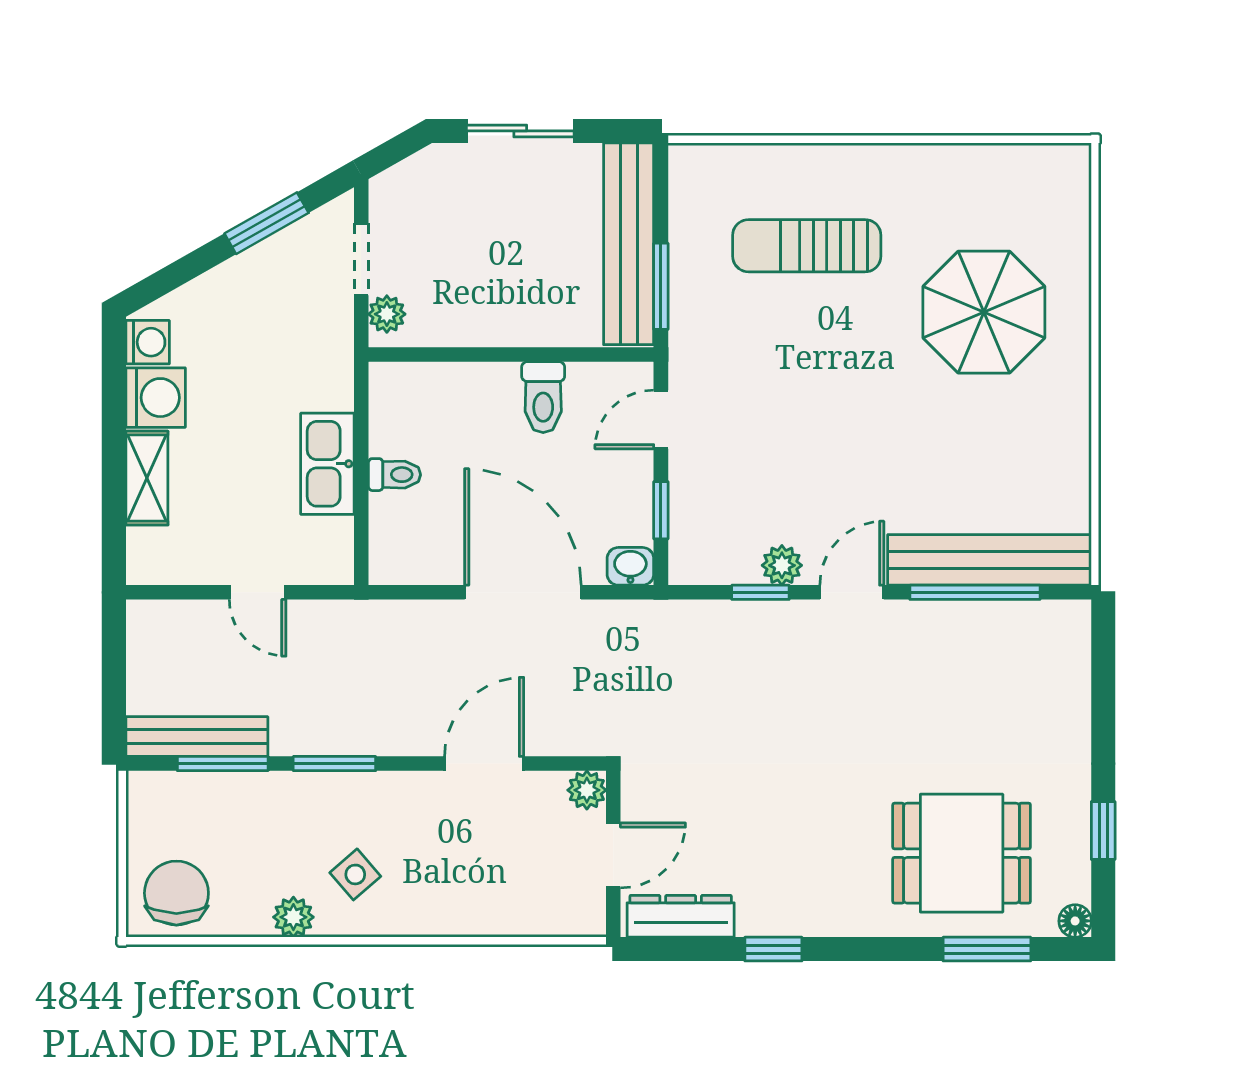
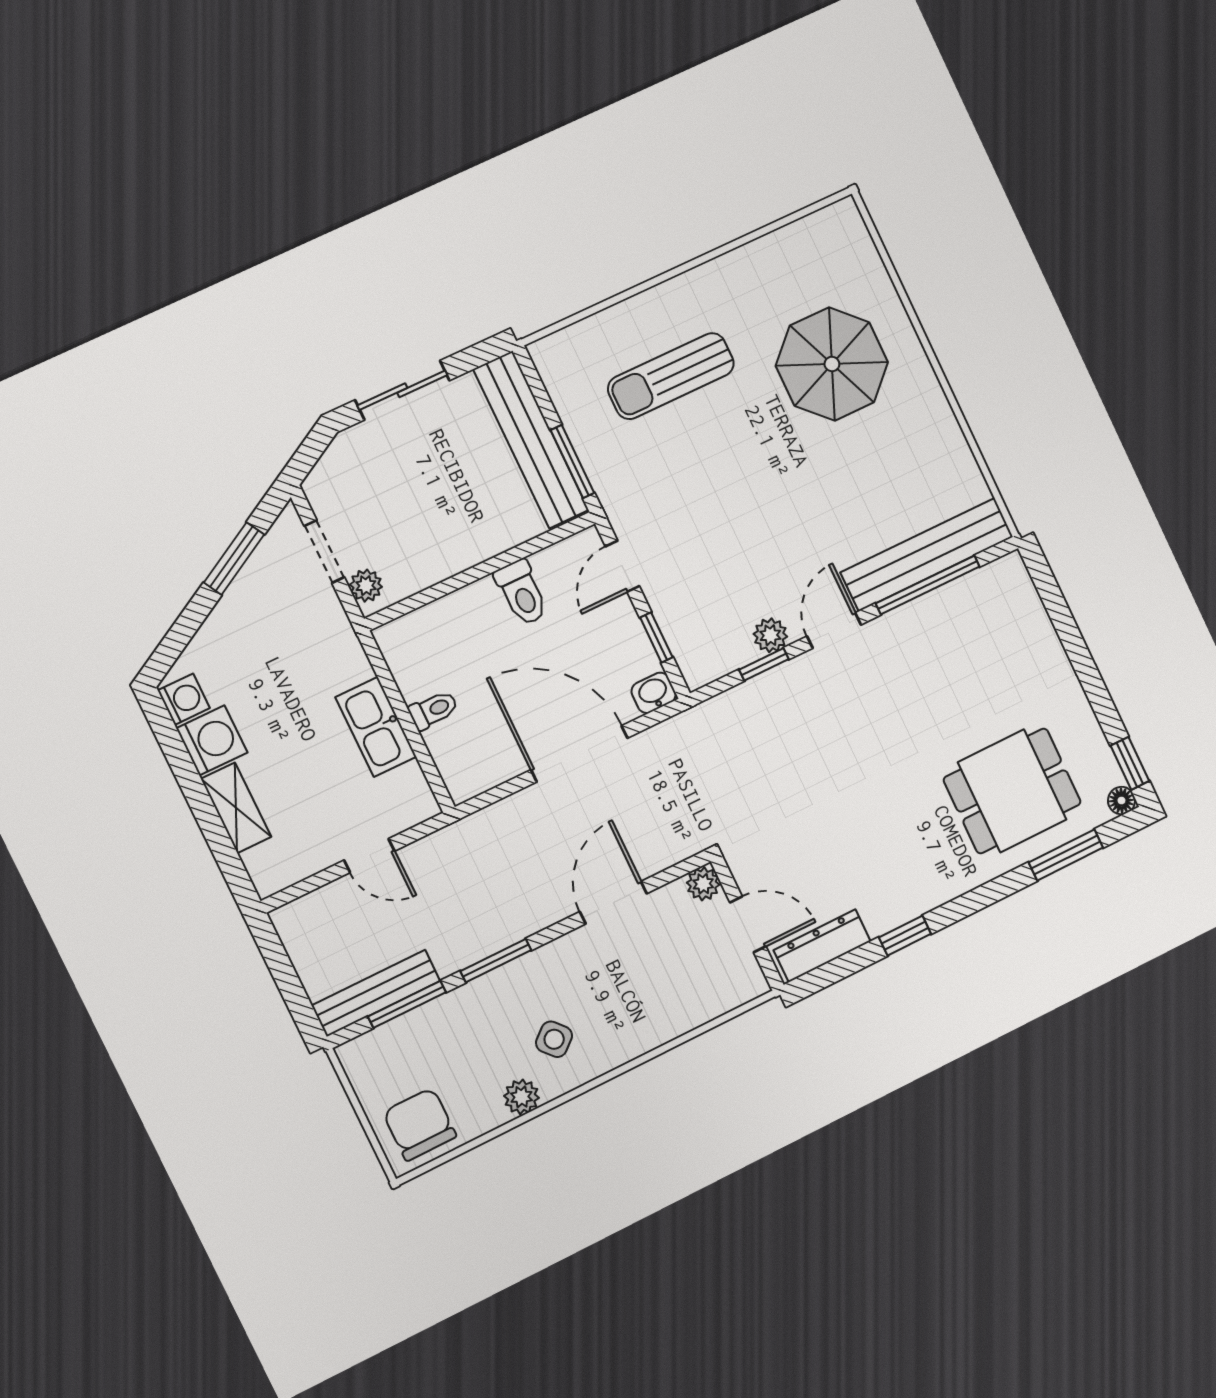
window: (1103, 830) -> (1130, 763), moved
door: (613, 855) -> (748, 924), hinge flipped

